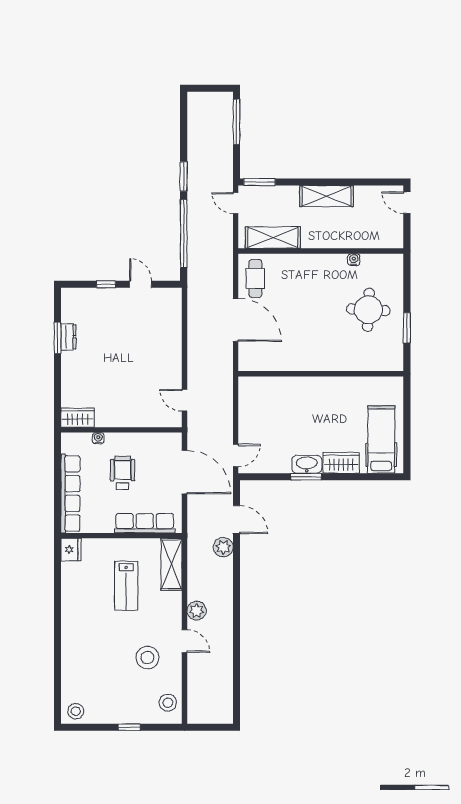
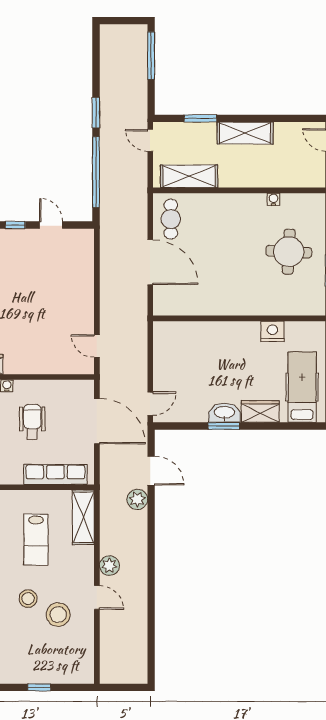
window: (259, 182) -> (201, 118), moved
nightstand: (353, 386) -> (272, 331), added
stool: (168, 703) -> (28, 599), moved

